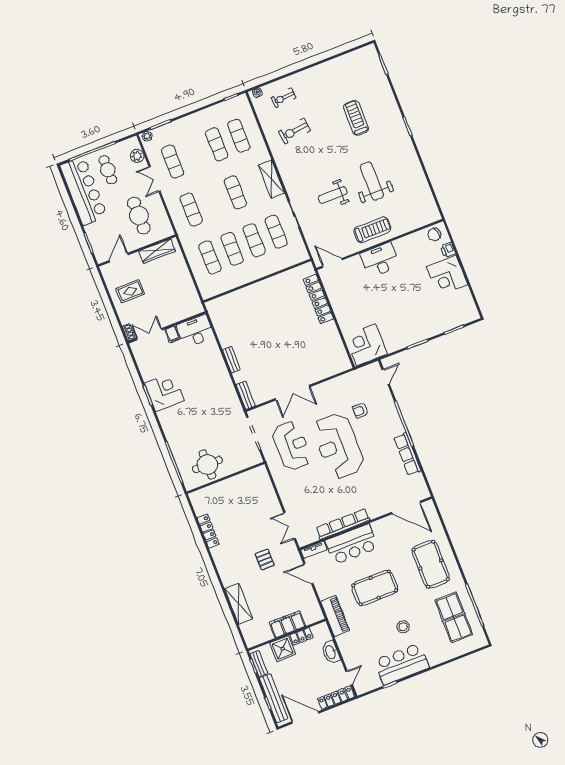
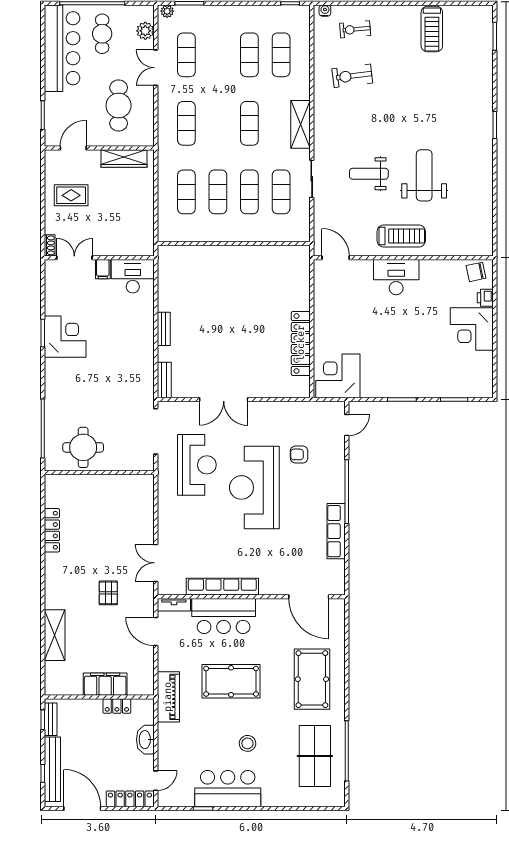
treadmill: (356, 118) -> (432, 29), moved, turned 180
locker: (318, 299) -> (301, 343), moved
shower: (283, 649) -> (87, 712), removed

